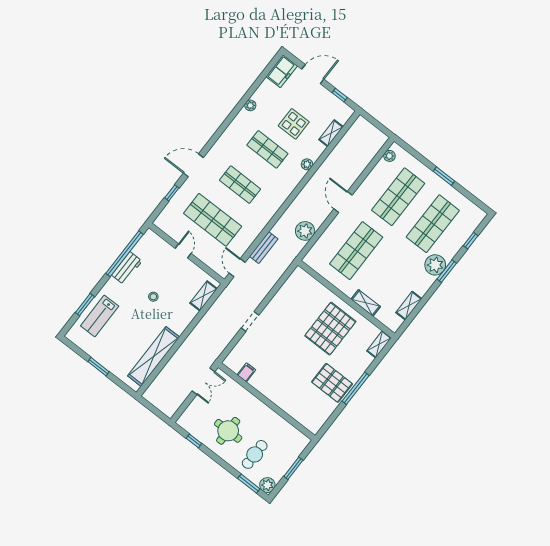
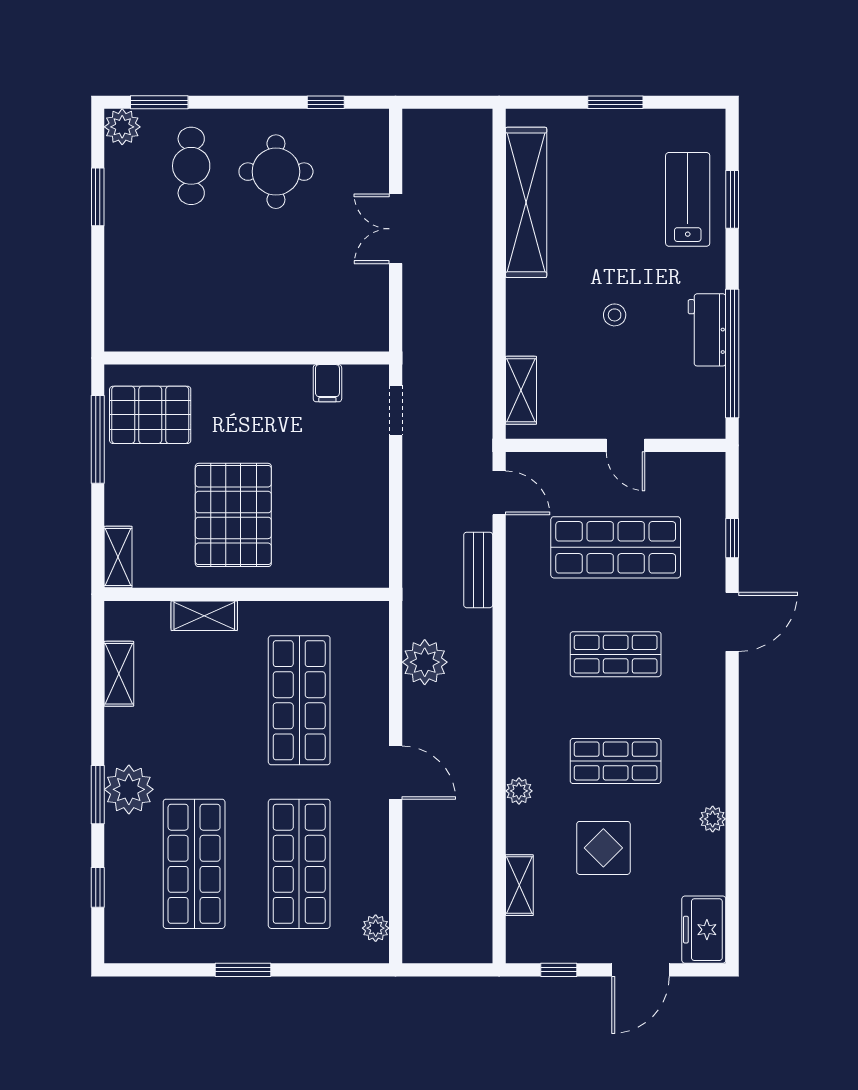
filing cabinet: (246, 372) -> (327, 383), moved
wall: (267, 401) -> (247, 358), moved

